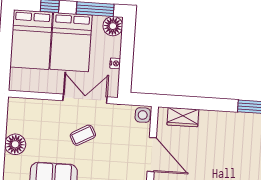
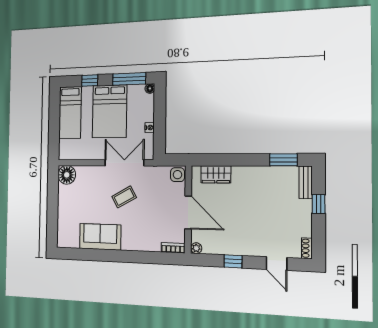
floor lamp: (113, 26) -> (150, 88), width x0.53, depth x0.53
bed: (31, 40) -> (70, 113), width x0.67
floor lamp: (15, 144) -> (67, 175), moved

